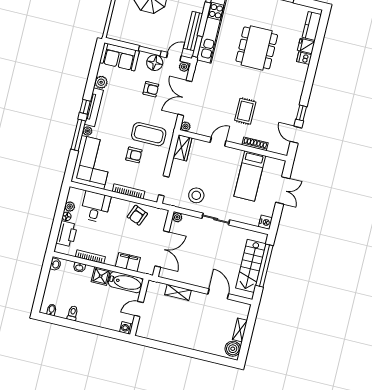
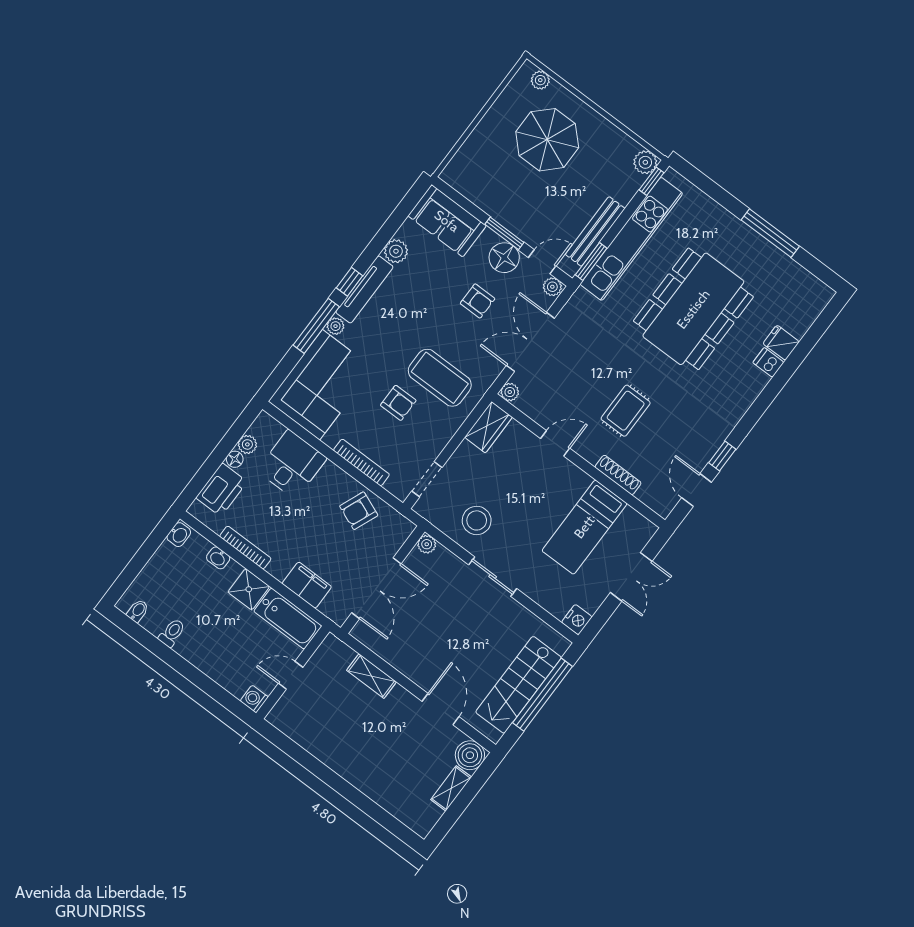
kitchen counter: (312, 26) -> (806, 312), removed
dining table: (257, 48) -> (693, 309), width x1.36, depth x1.24
boiler: (233, 349) -> (470, 755), moved

